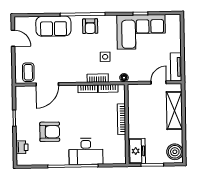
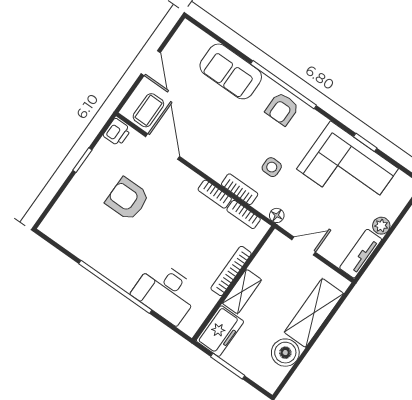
door: (13, 38) -> (151, 63), moved
plant: (176, 47) -> (381, 226), added
door: (159, 83) -> (304, 246), moved
door: (47, 84) -> (163, 147), swing flipped
shelving: (134, 125) -> (242, 292), added
armchair: (50, 132) -> (127, 199), moved, turned 180
printer: (22, 147) -> (117, 132), moved
desk: (86, 151) -> (166, 292), moved
boiler: (175, 152) -> (285, 353), moved

